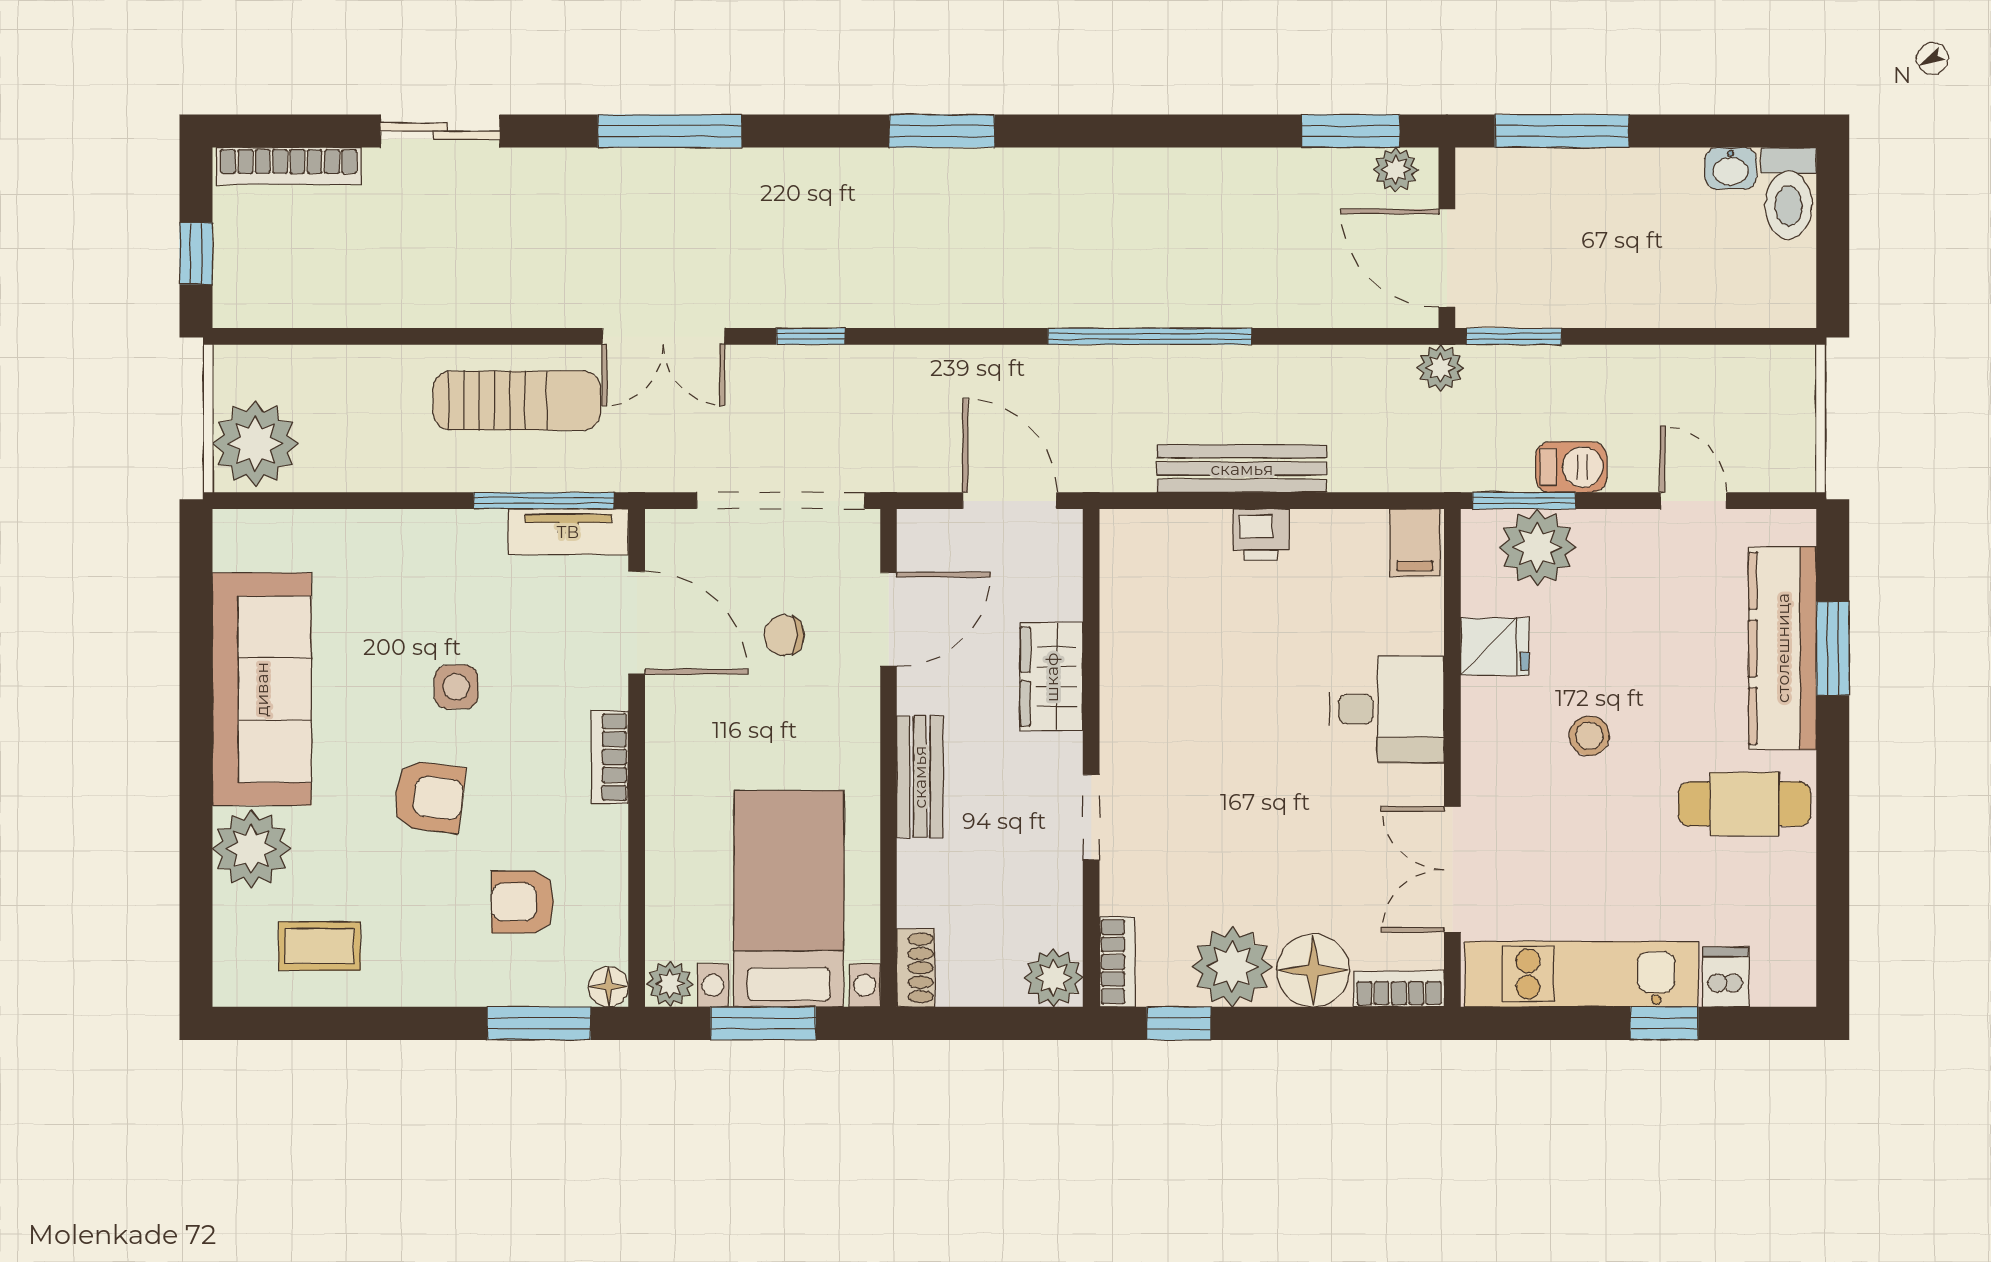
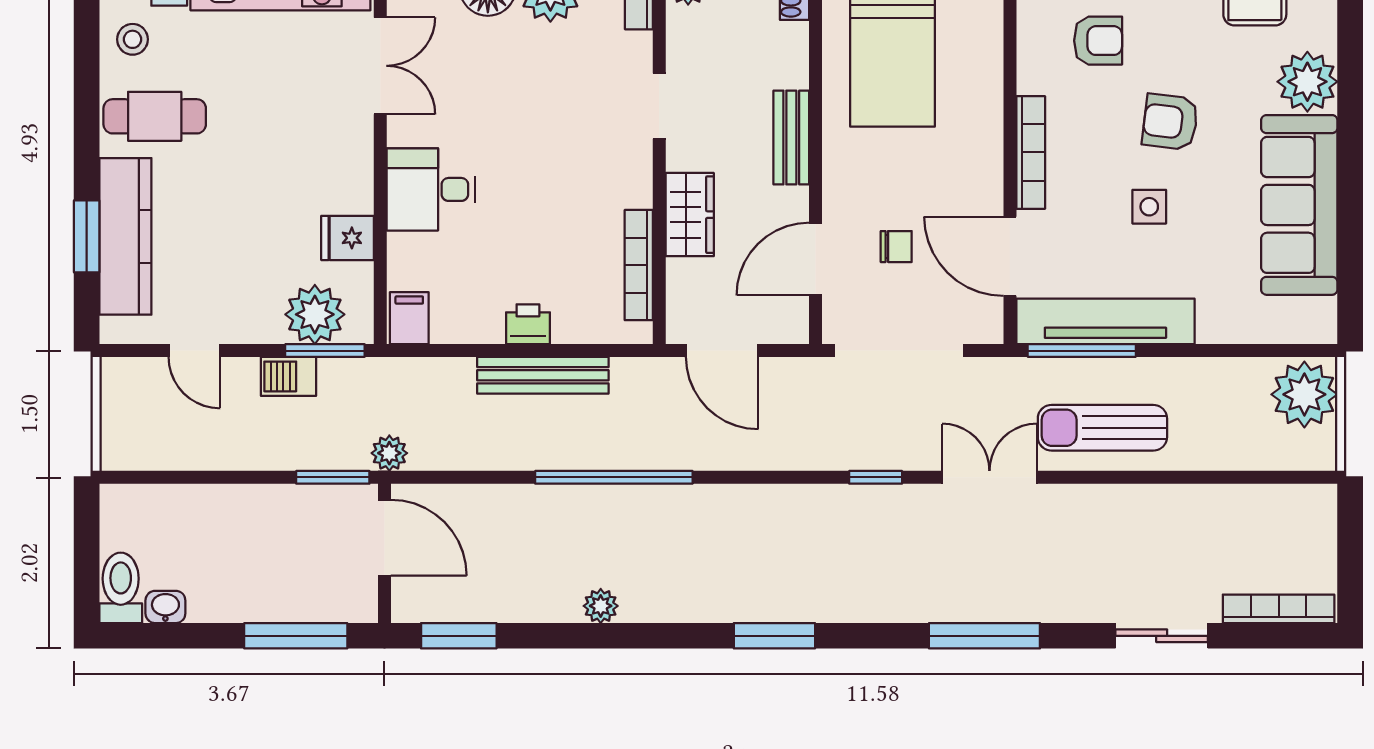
plant: (1396, 170) -> (601, 606), moved
window: (196, 254) -> (1350, 541), removed
tv unit: (568, 532) -> (1105, 321), width x1.92, depth x1.29
bookcase: (1118, 611) -> (639, 265), added
stool: (1589, 736) -> (133, 39), moved
bookcase: (610, 757) -> (1031, 152), width x1.56

